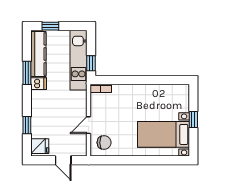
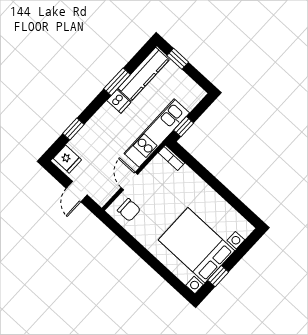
kitchen unit: (78, 60) -> (157, 133), moved
window: (193, 119) -> (218, 276), moved
door: (89, 125) -> (129, 181), hinge flipped
bed with nightstands: (163, 134) -> (196, 245), width x1.36

